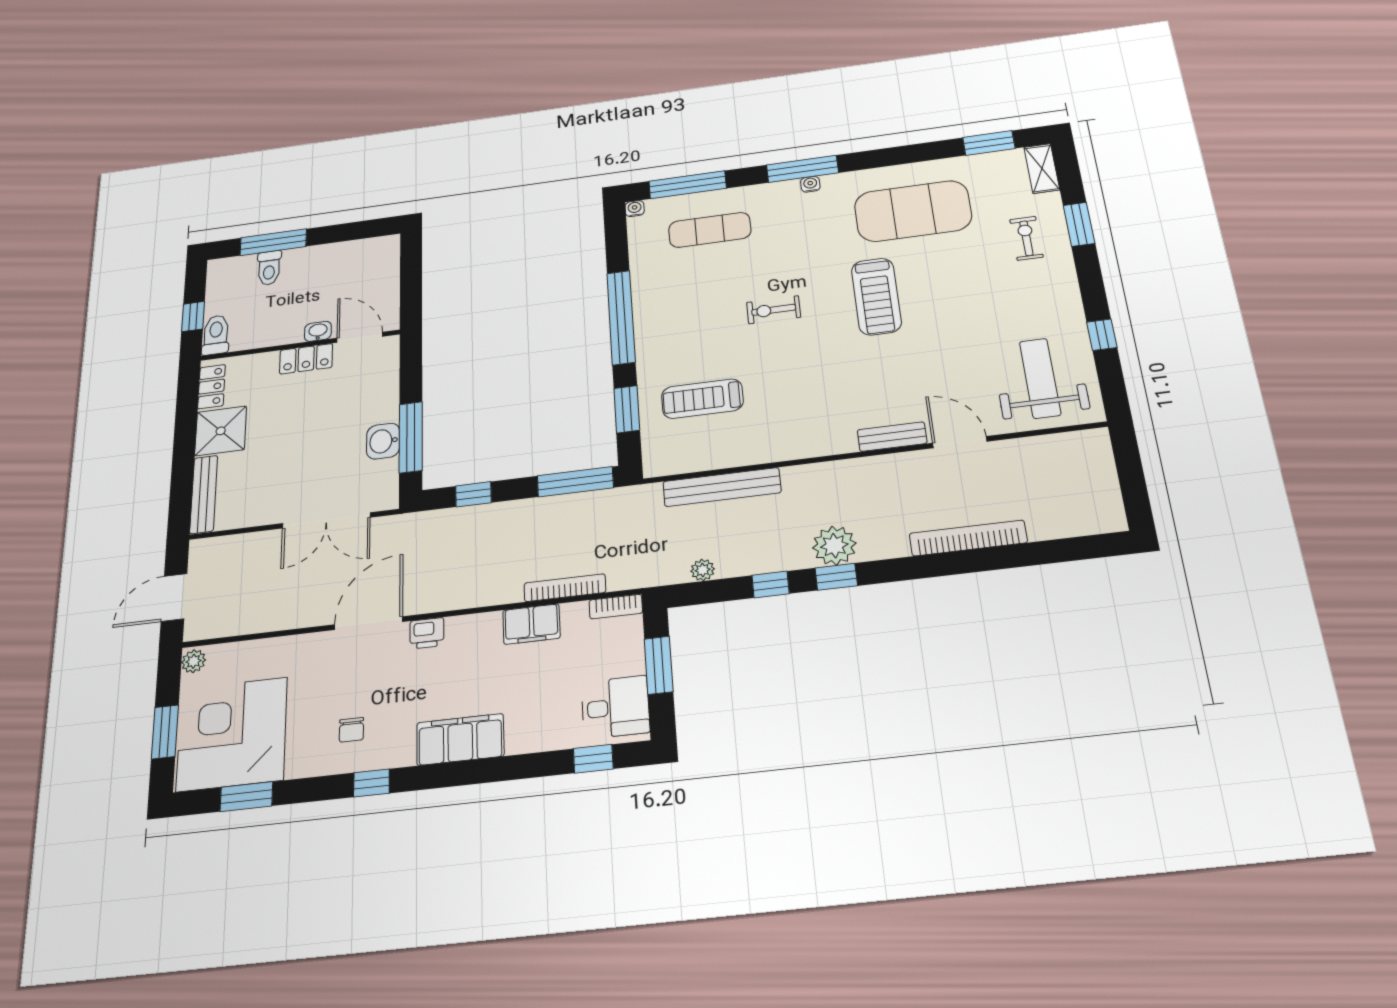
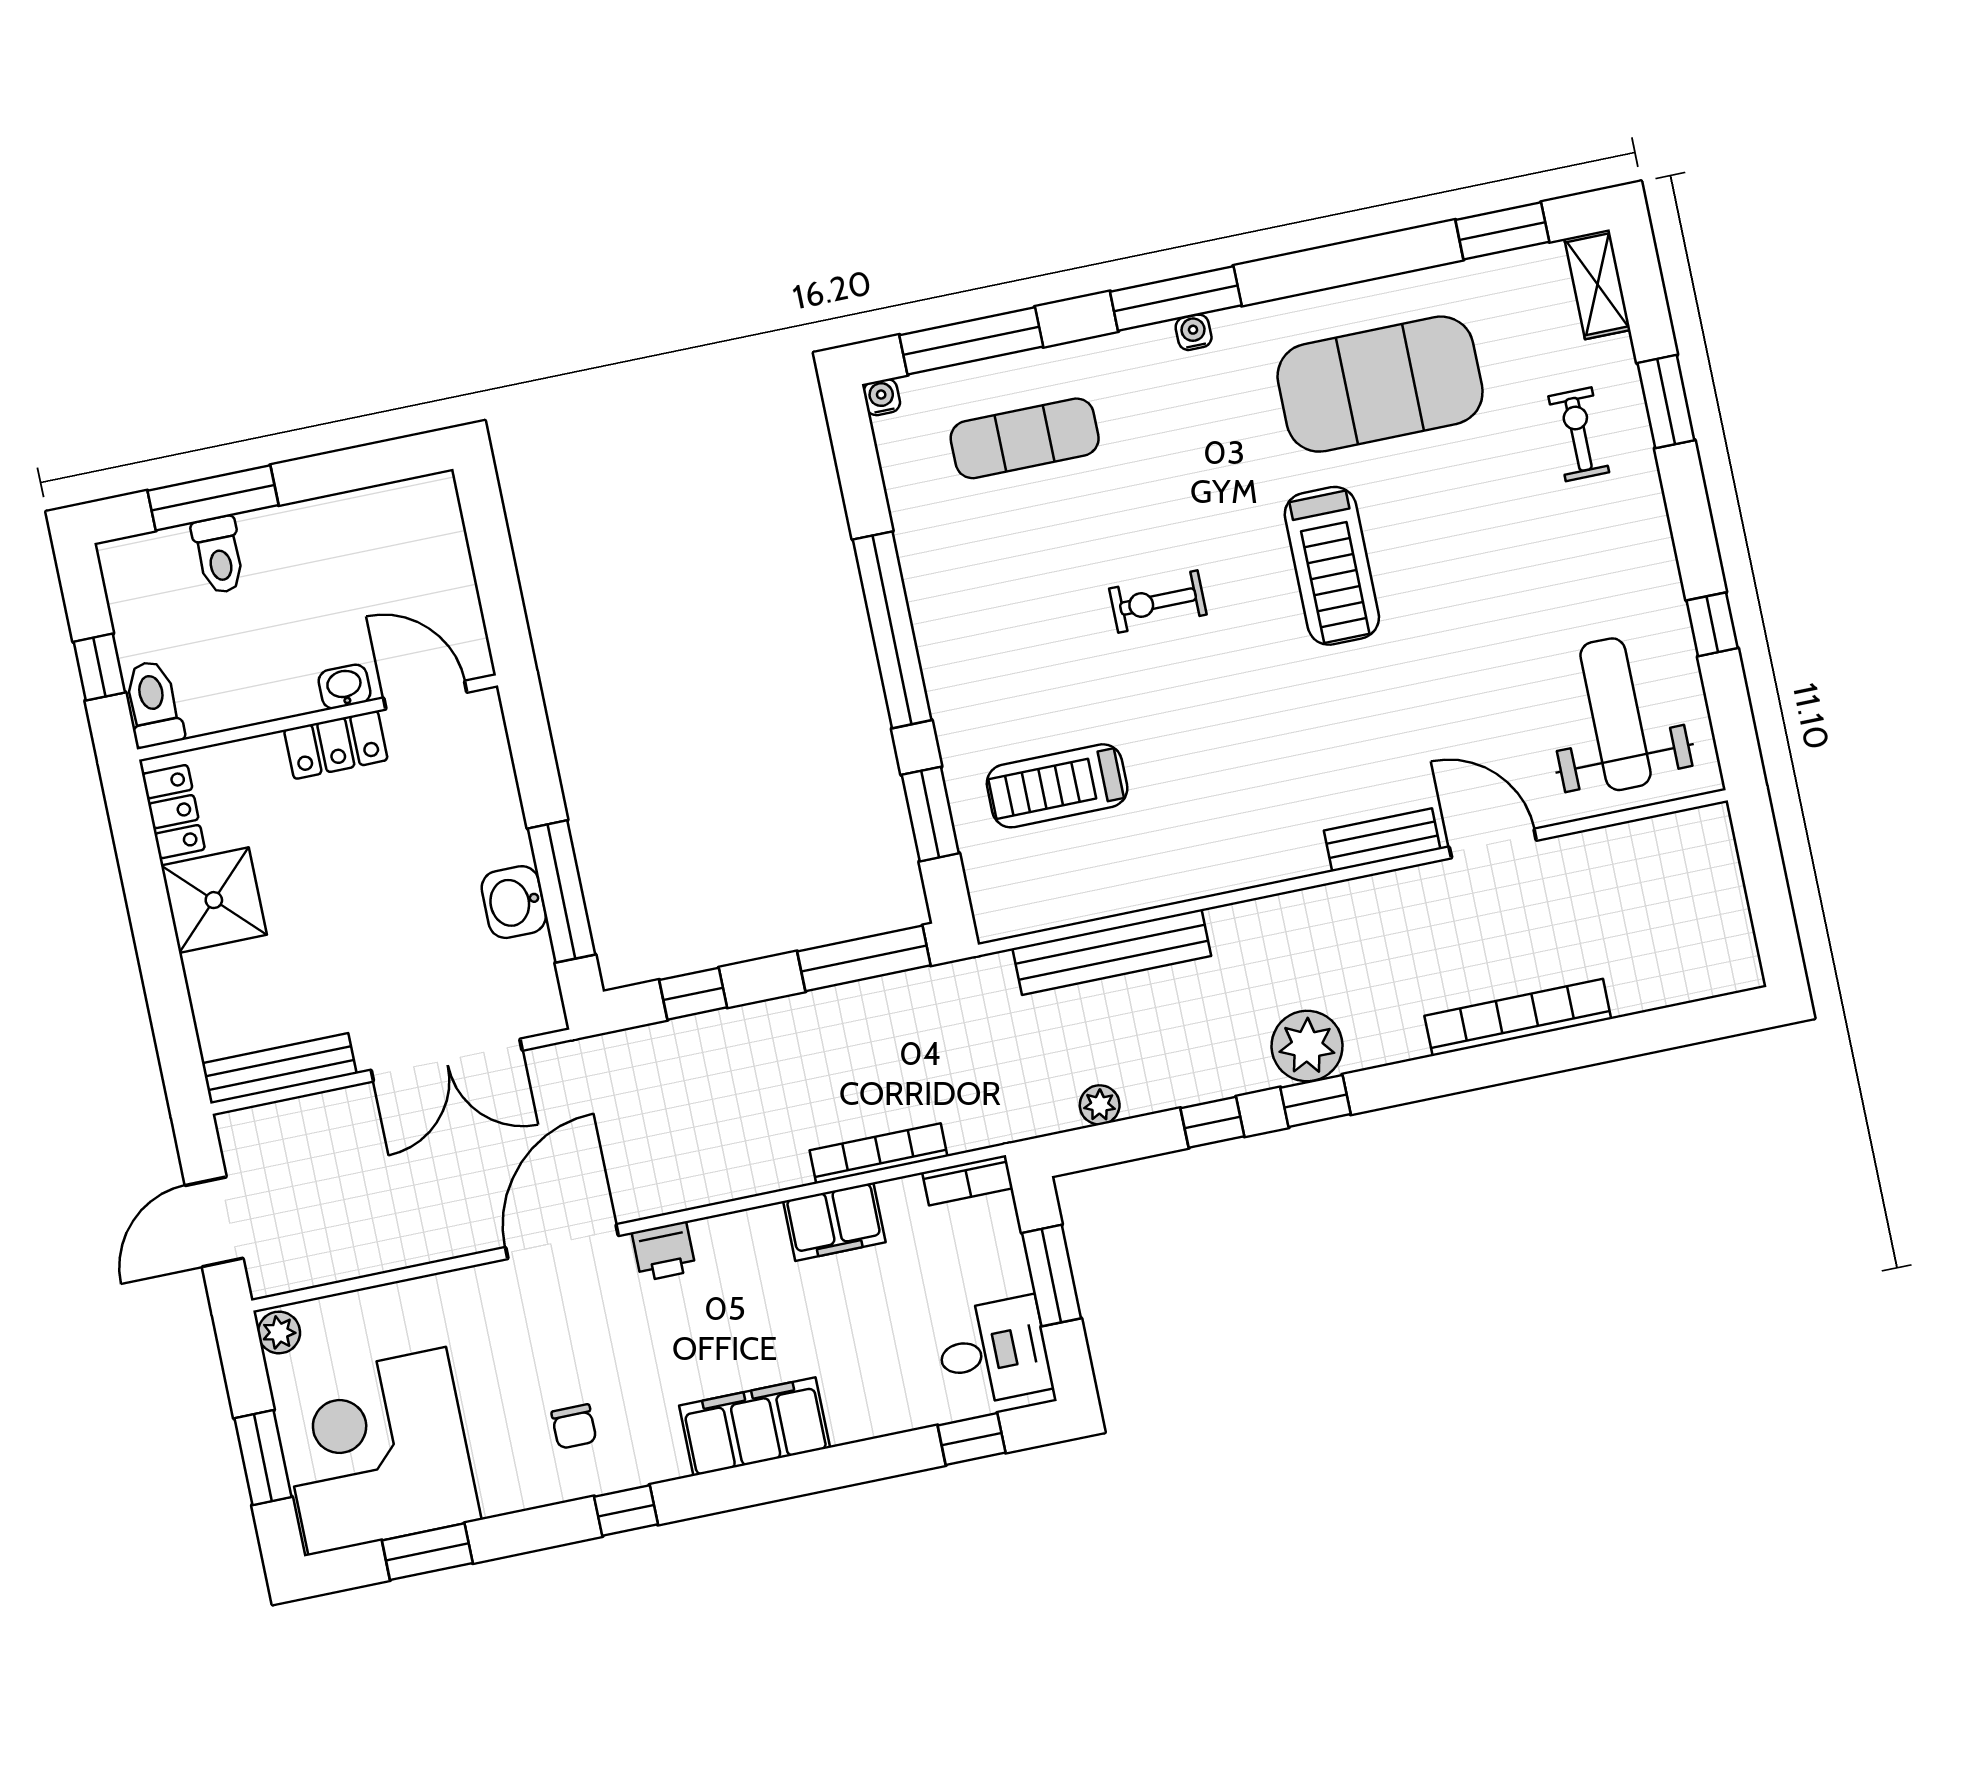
bench: (204, 494) -> (279, 1068), moved, turned 90

